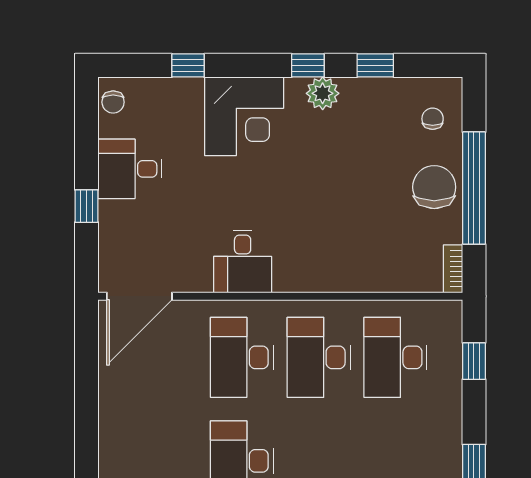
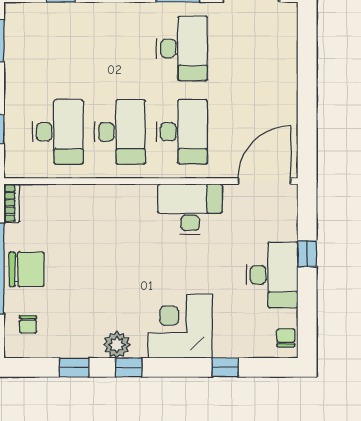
desk: (130, 169) -> (272, 275), width x1.37
chair: (434, 187) -> (27, 269), turned -90
desk: (243, 261) -> (190, 209), width x1.37

